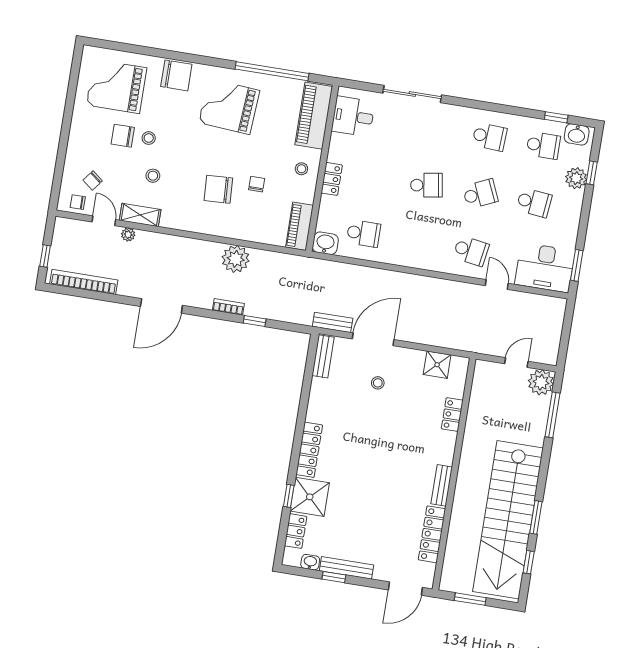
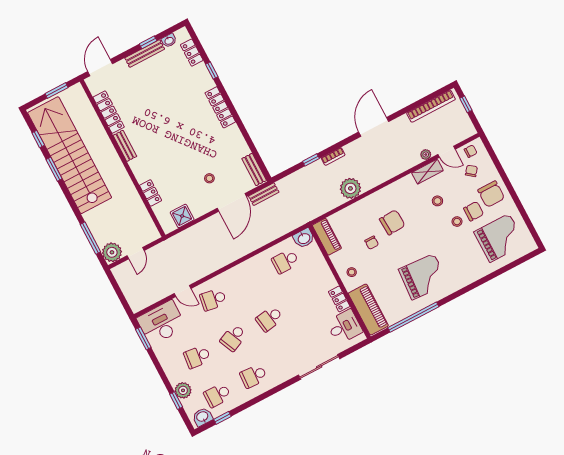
chair: (176, 75) -> (491, 194), moved, turned -90
locker: (332, 179) -> (339, 299), moved
shower: (310, 497) -> (199, 79), removed

